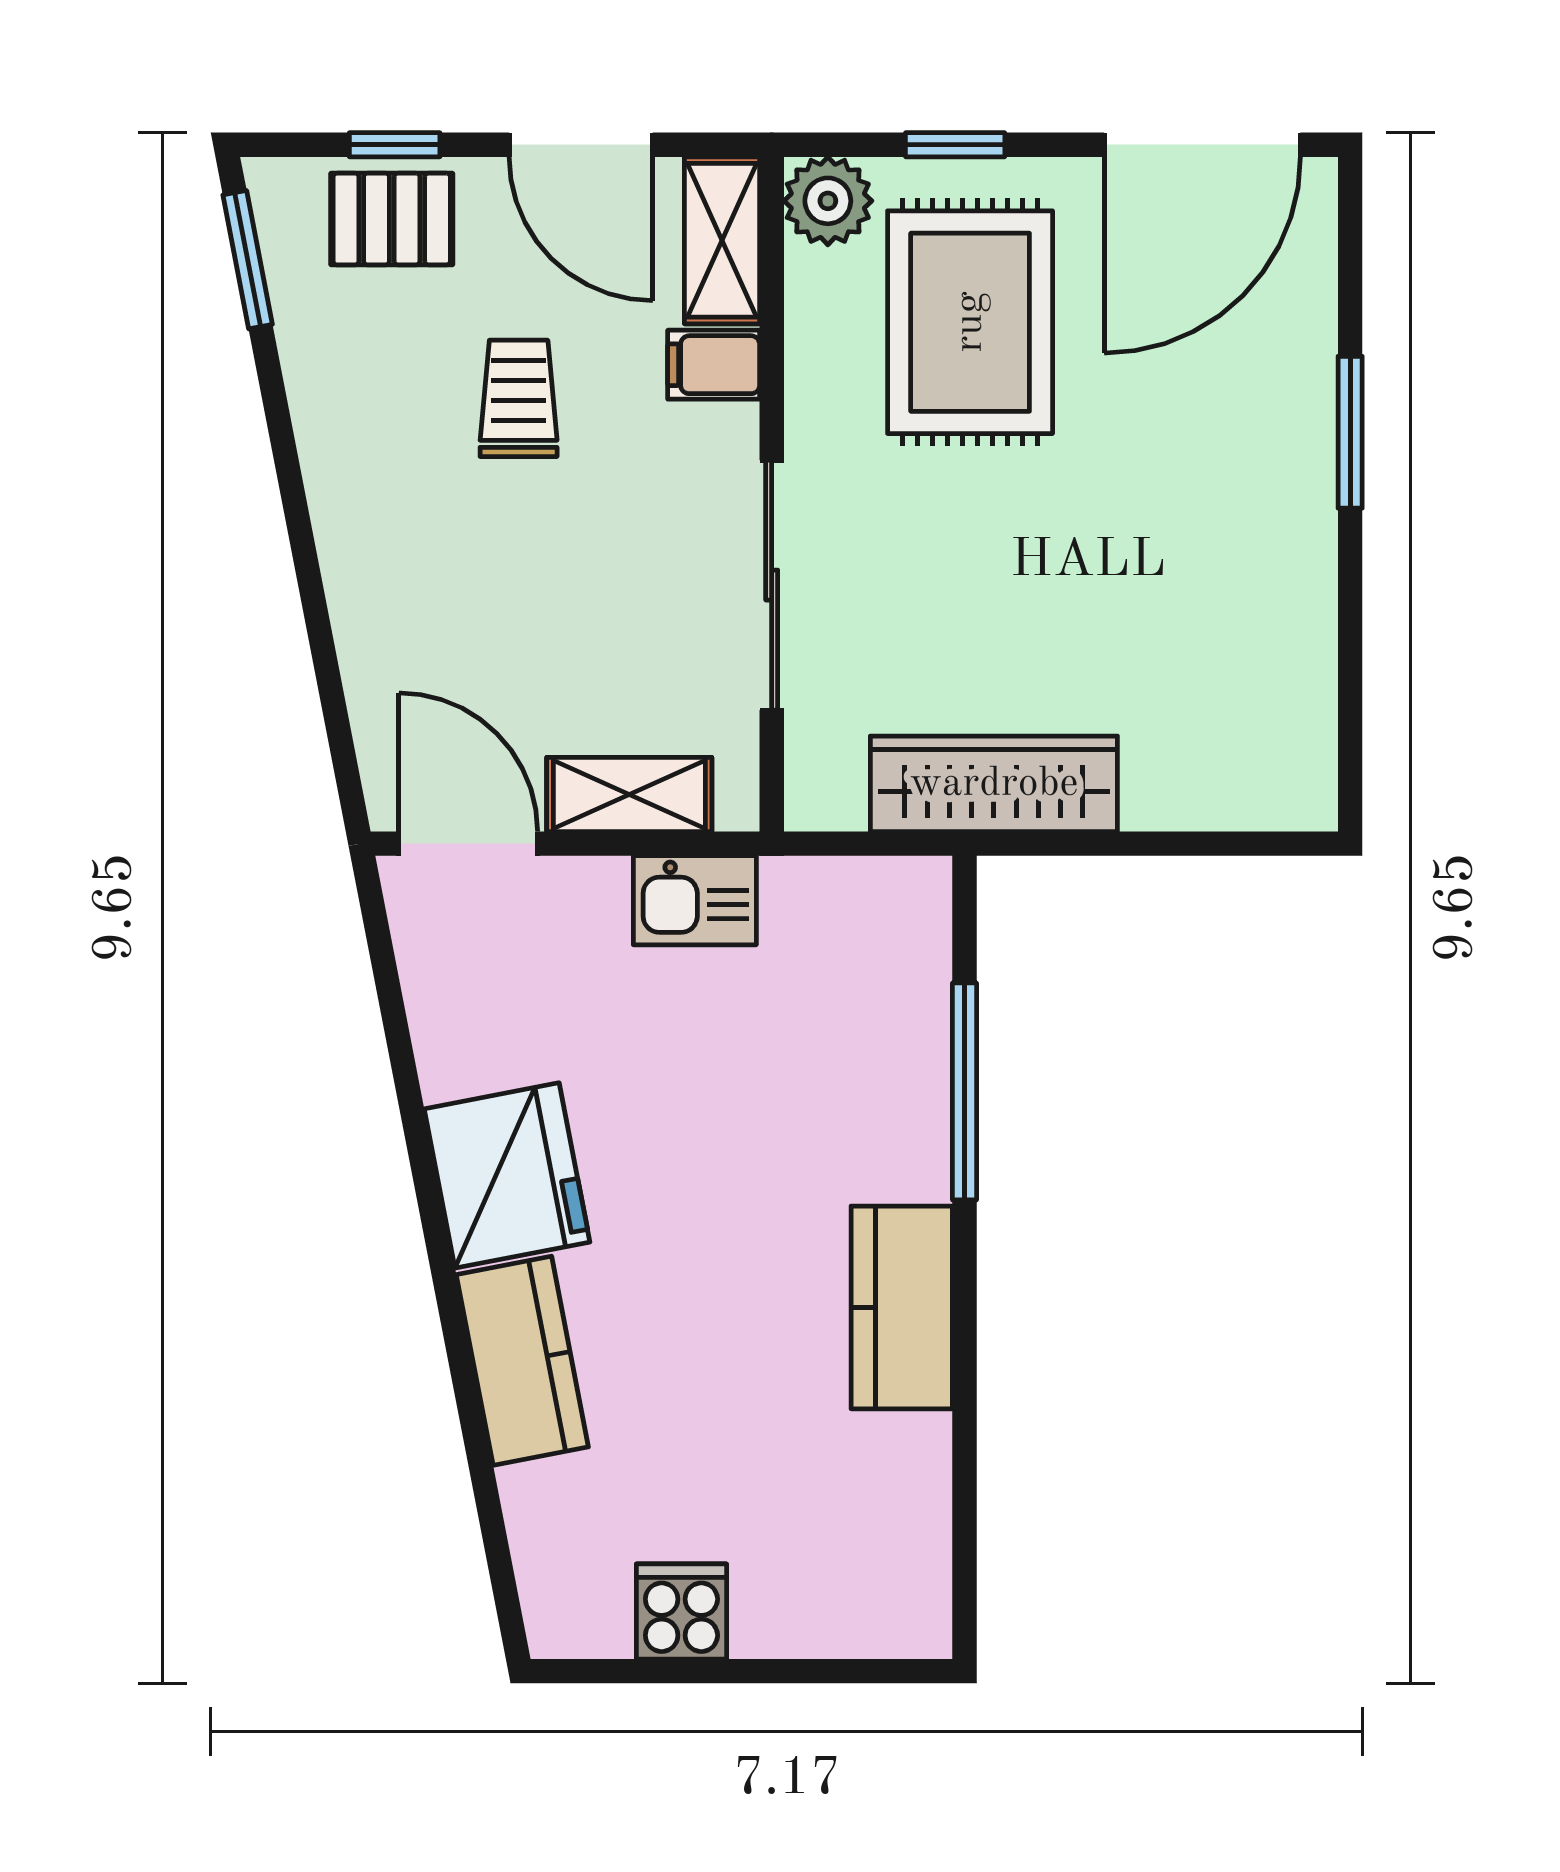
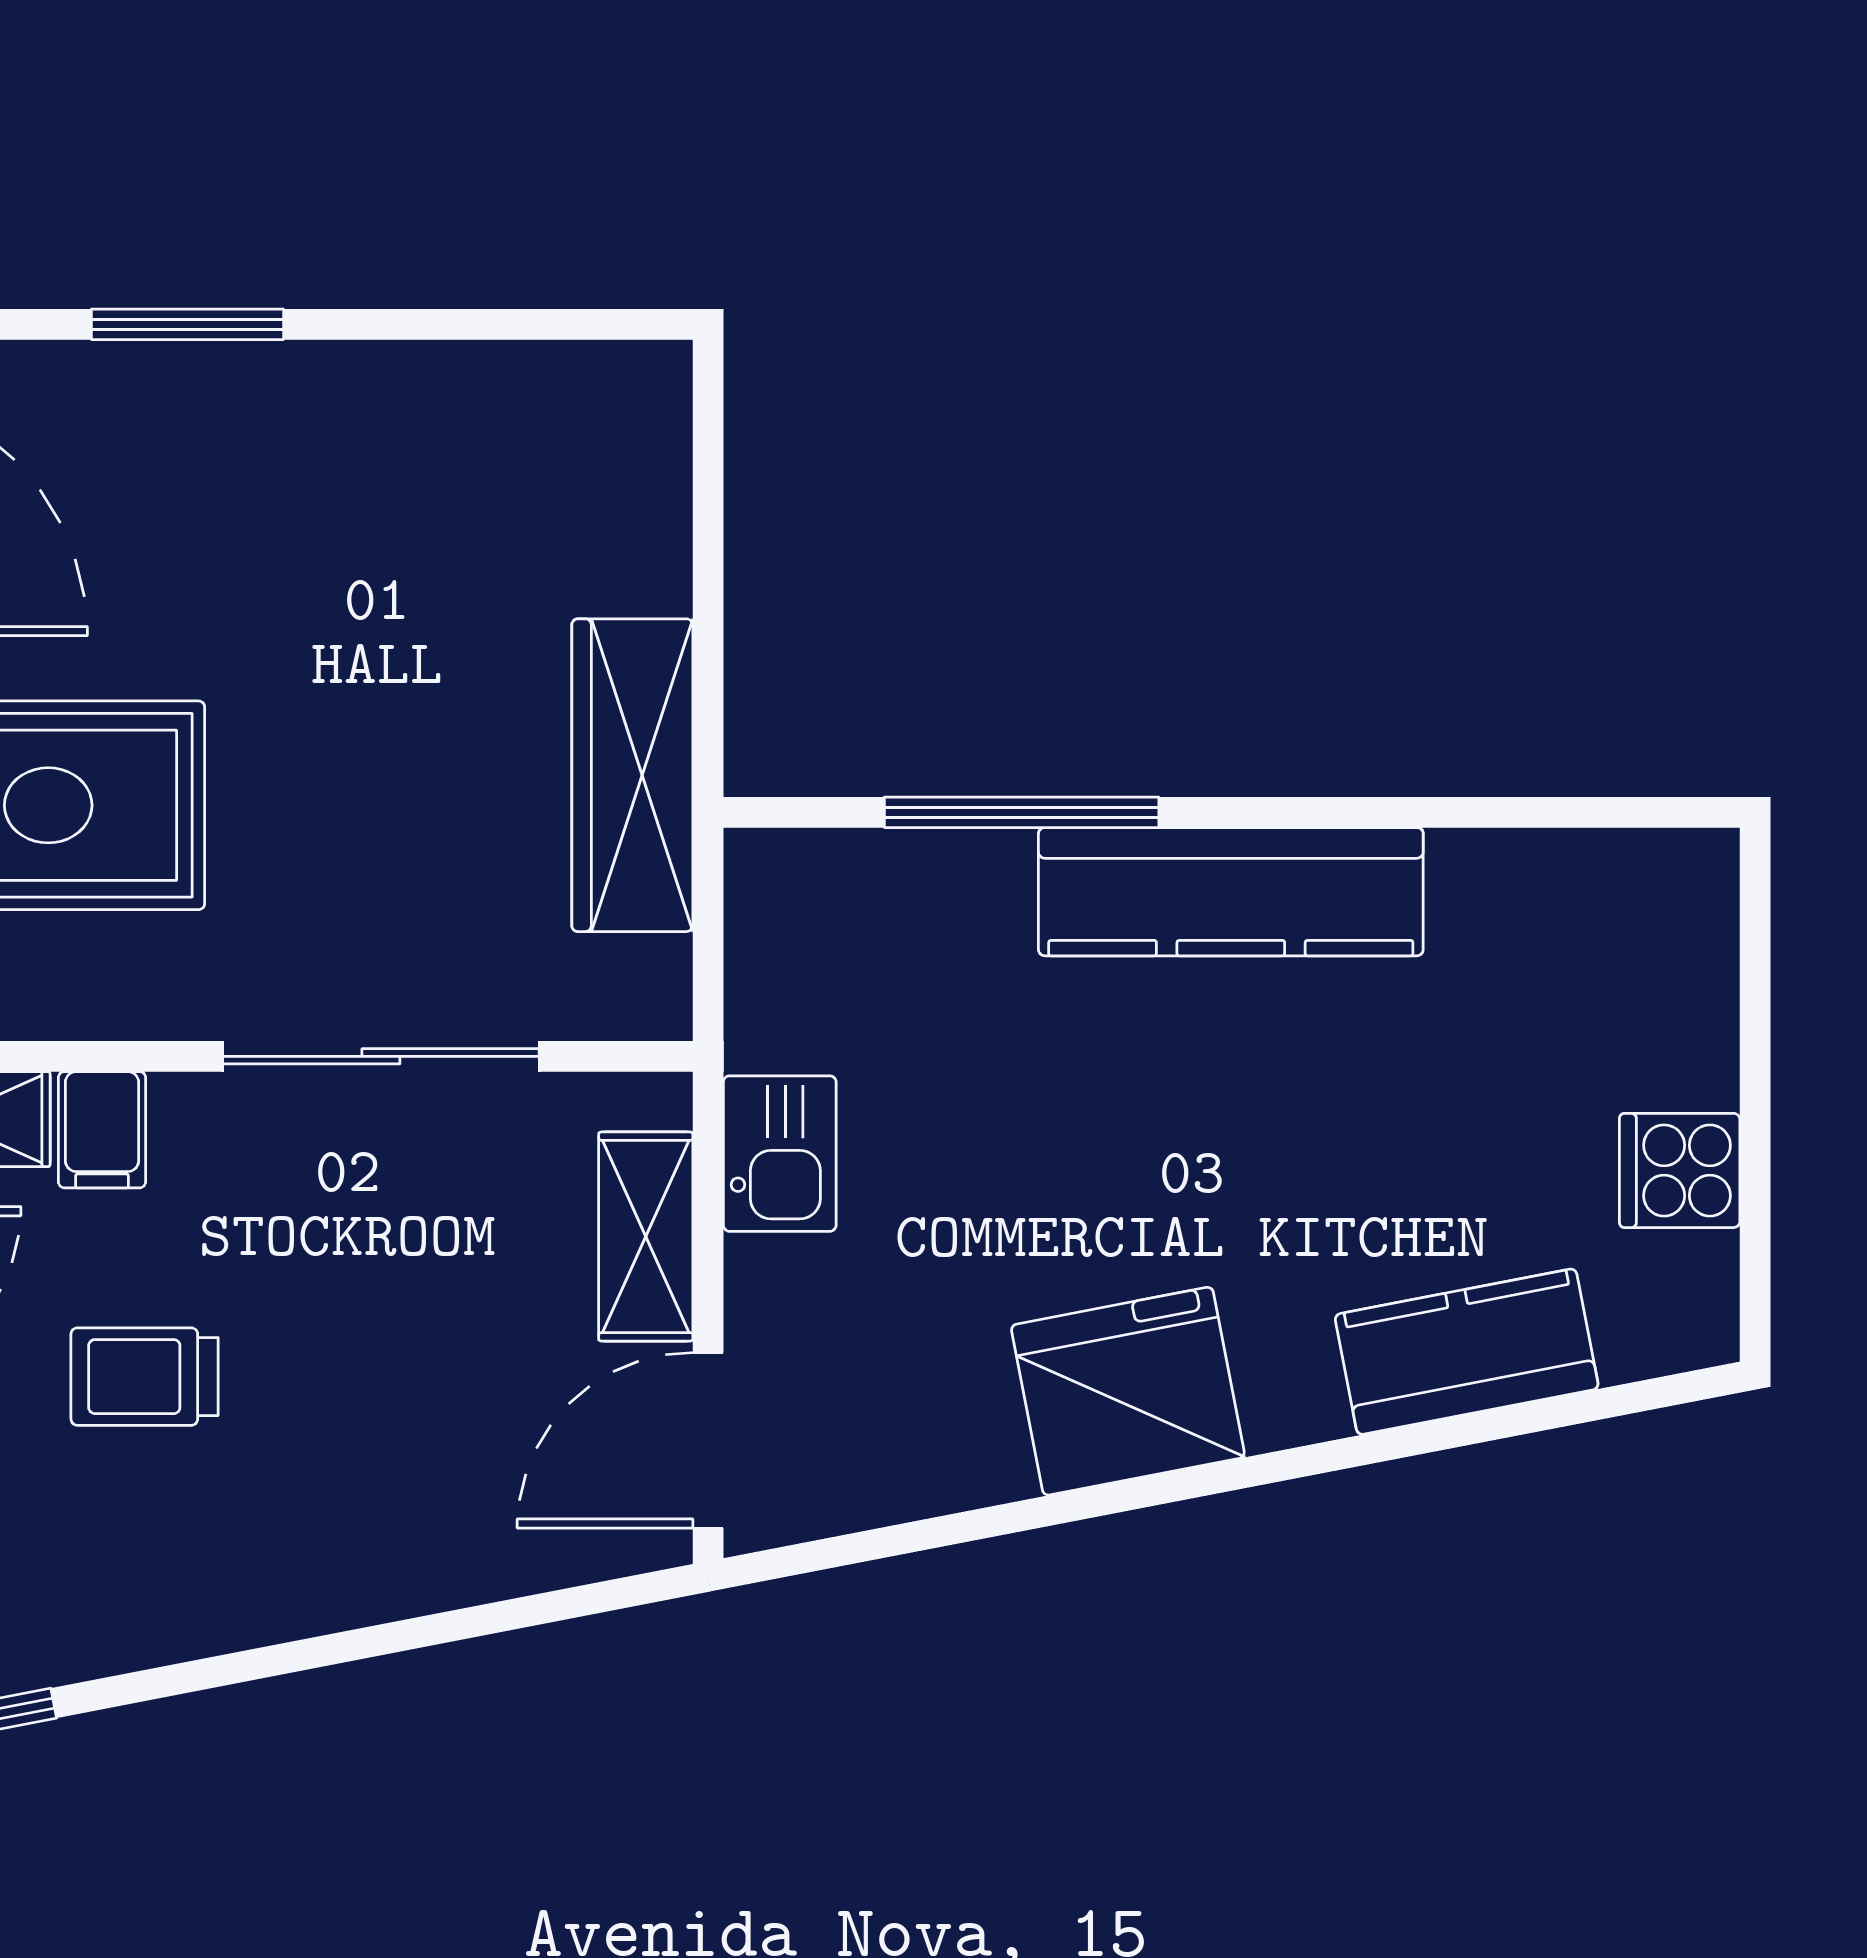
kitchen counter: (902, 1307) -> (1231, 892), width x1.50
kitchen counter: (522, 1361) -> (1467, 1352), moved

